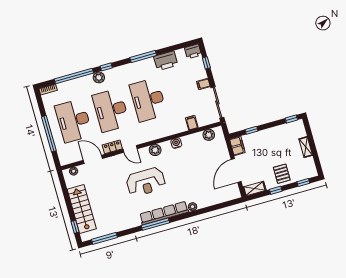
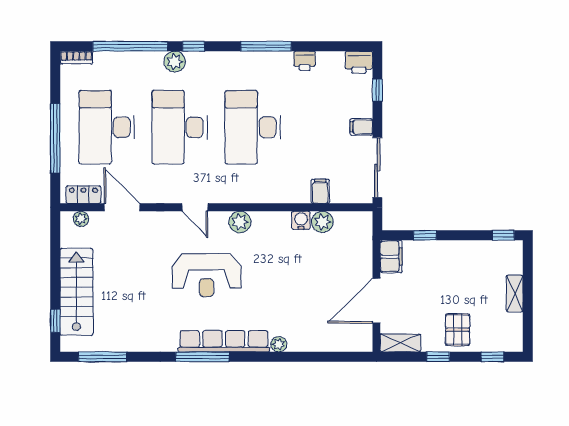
printer: (166, 61) -> (305, 61), width x0.53, depth x0.68
plant: (209, 135) -> (322, 222), moved
water cooler: (176, 143) -> (301, 220), moved
locker: (112, 147) -> (83, 195), moved

